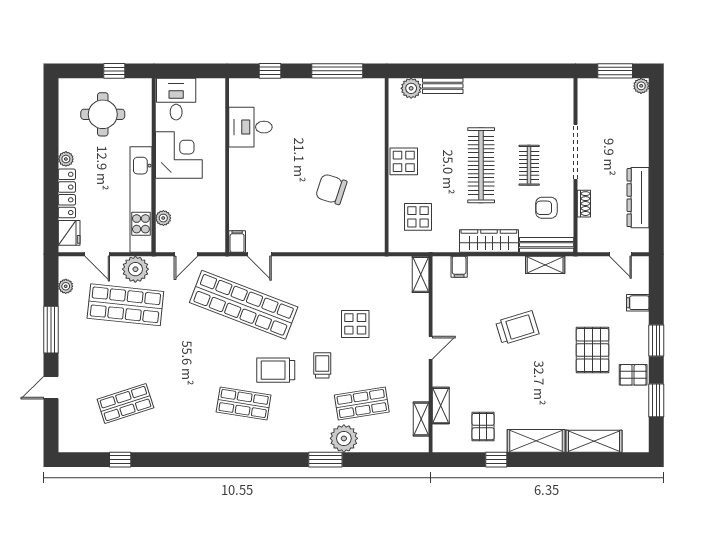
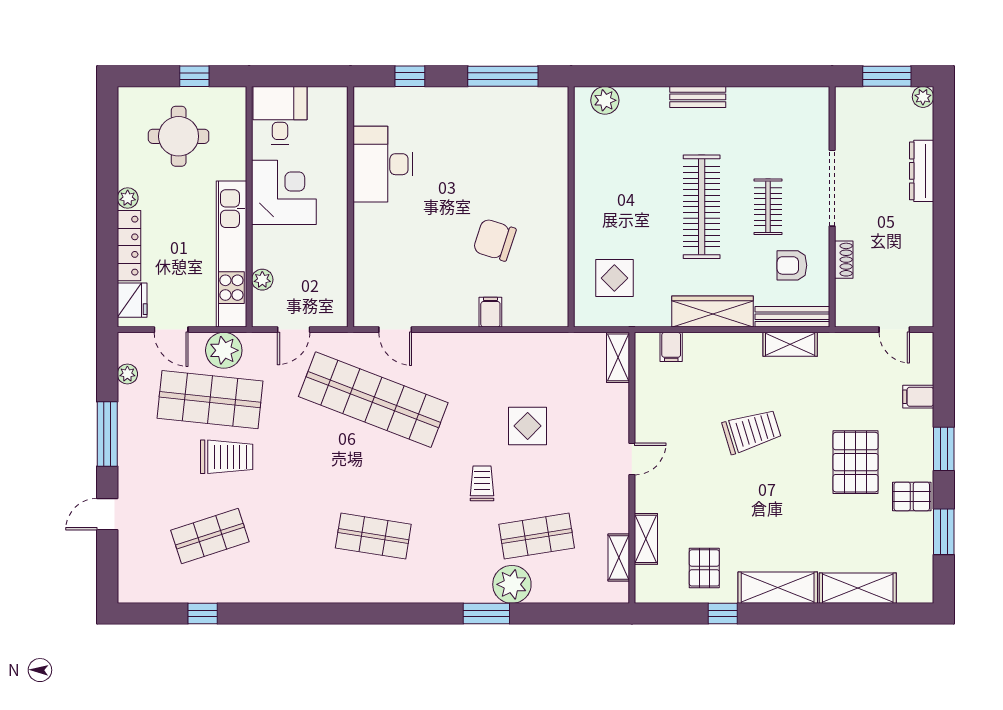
bench: (443, 86) -> (698, 97), moved
desk: (250, 127) -> (383, 164), width x1.37
display table: (404, 161) -> (595, 201), removed
dresser: (638, 198) -> (922, 171), moved, width x0.73, depth x0.80
filing cabinet: (237, 242) -> (490, 312), moved
trolley: (276, 370) -> (227, 457), moved, turned 180

